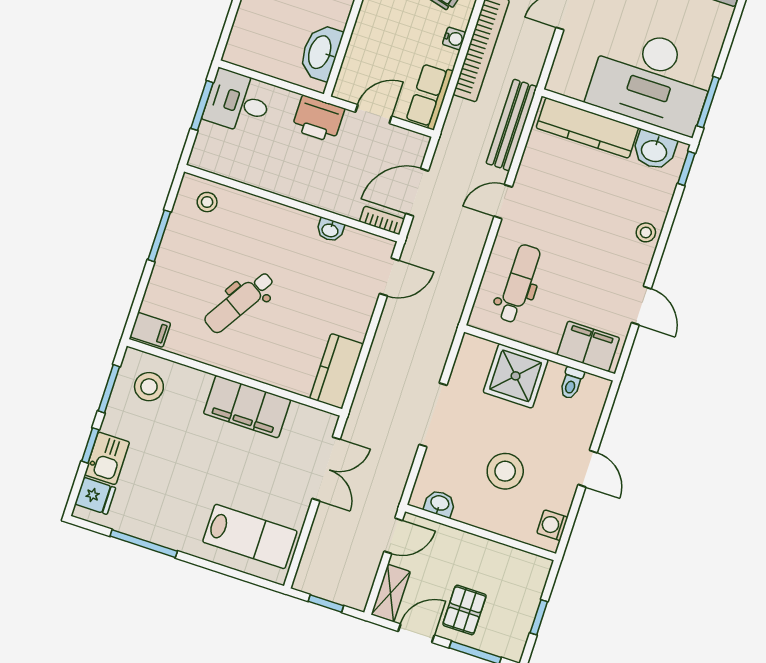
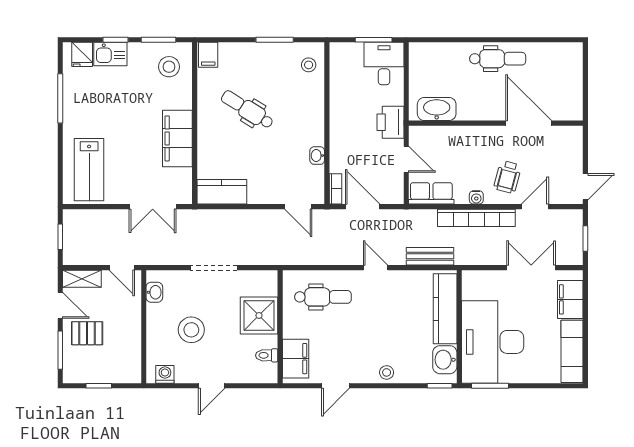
bench: (512, 125) -> (430, 256), width x0.73

